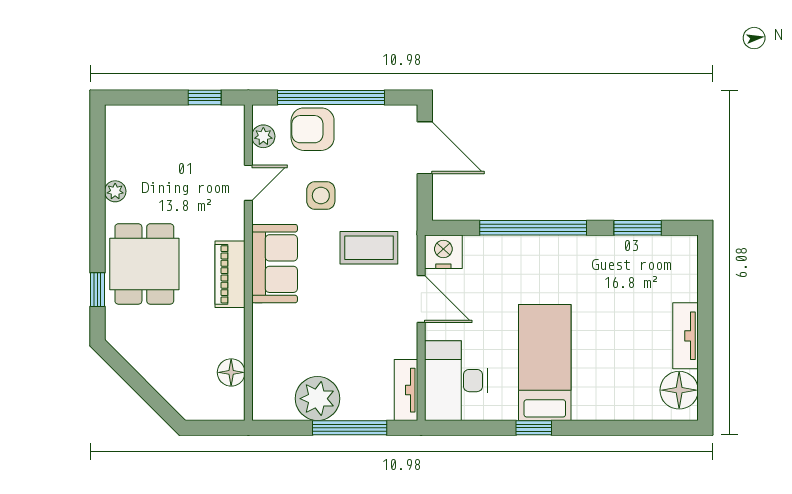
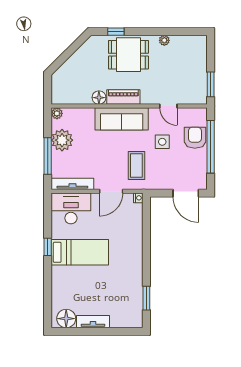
window: (205, 97) -> (211, 84), width x1.50
plant: (263, 136) -> (57, 113), moved
door: (425, 148) -> (186, 193), hinge flipped
window: (533, 228) -> (146, 246), removed
nightstand: (443, 252) -> (138, 198), width x0.53, depth x0.56
sofa: (275, 264) -> (122, 119), width x1.36
floor lamp: (231, 372) -> (99, 98), moved
tv unit: (406, 390) -> (72, 184), width x1.41

